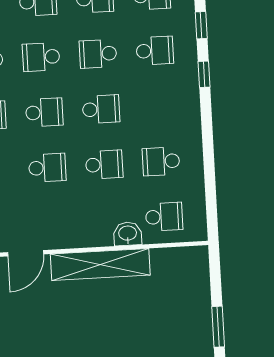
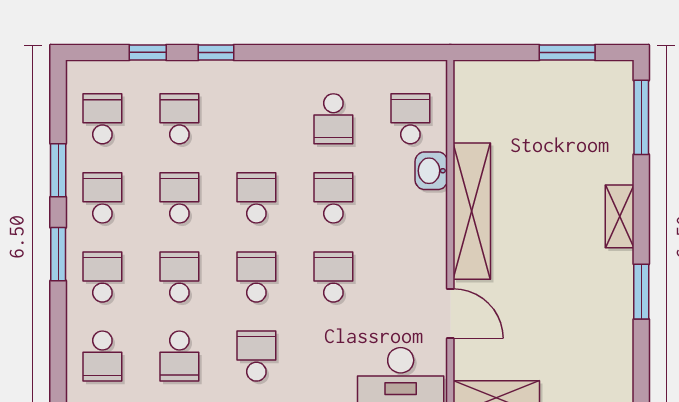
school desk: (98, 54) -> (179, 198), turned 180
school desk: (41, 57) -> (179, 277), turned 180

